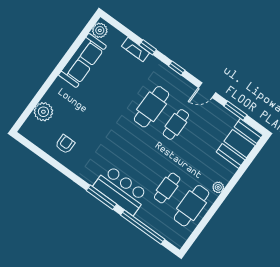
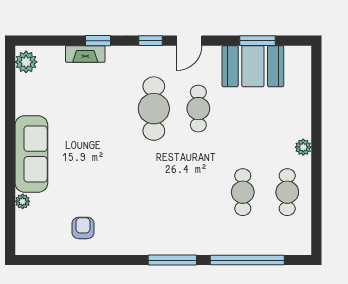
sofa: (82, 60) -> (31, 154), moved
door: (207, 90) -> (189, 41), moved
plant: (43, 112) -> (23, 201), width x0.53, depth x0.53
booth: (240, 144) -> (253, 66), moved, turned 90
bar counter: (121, 190) -> (189, 235), removed
cafe table: (192, 206) -> (287, 192), width x0.73, depth x0.74

